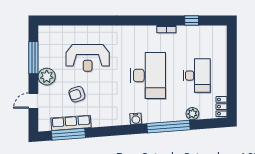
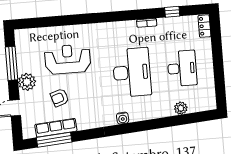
reception desk: (88, 58) -> (68, 59), turned 180
locker: (221, 107) -> (204, 26), moved
window: (168, 127) -> (157, 124), removed

